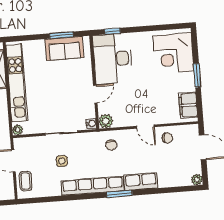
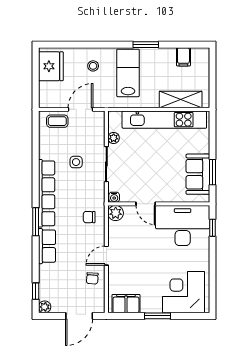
plant: (18, 130) -> (114, 138), moved
window: (183, 189) -> (36, 291), added

